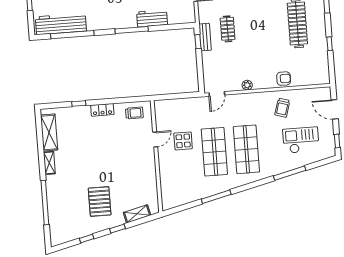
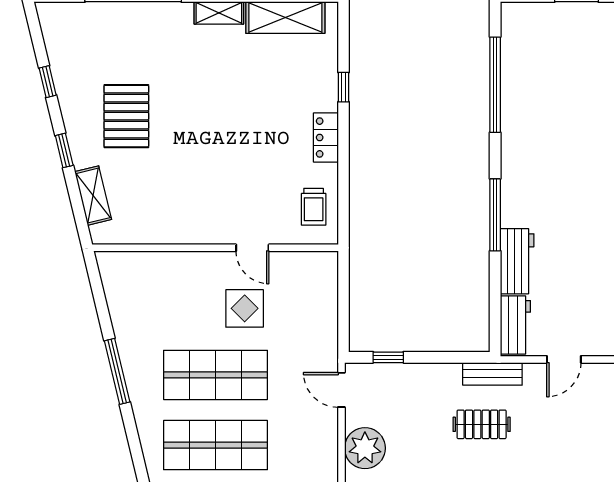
workbench: (61, 24) -> (515, 325), moved, width x0.53, depth x0.76
bench: (205, 37) -> (492, 374), moved
window: (198, 42) -> (388, 357), moved
plant: (247, 85) -> (365, 448), width x1.88, depth x1.88
pallet: (100, 202) -> (126, 116), turned 90

